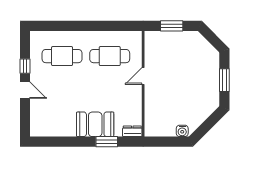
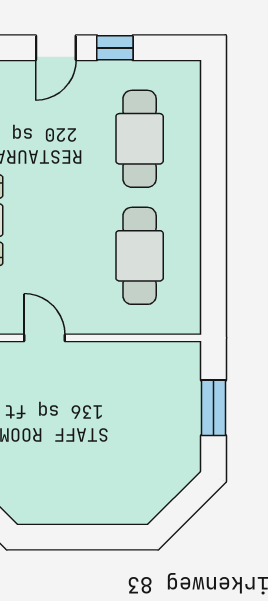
door: (143, 76) -> (45, 338), moved
window: (224, 80) -> (81, 537), removed

